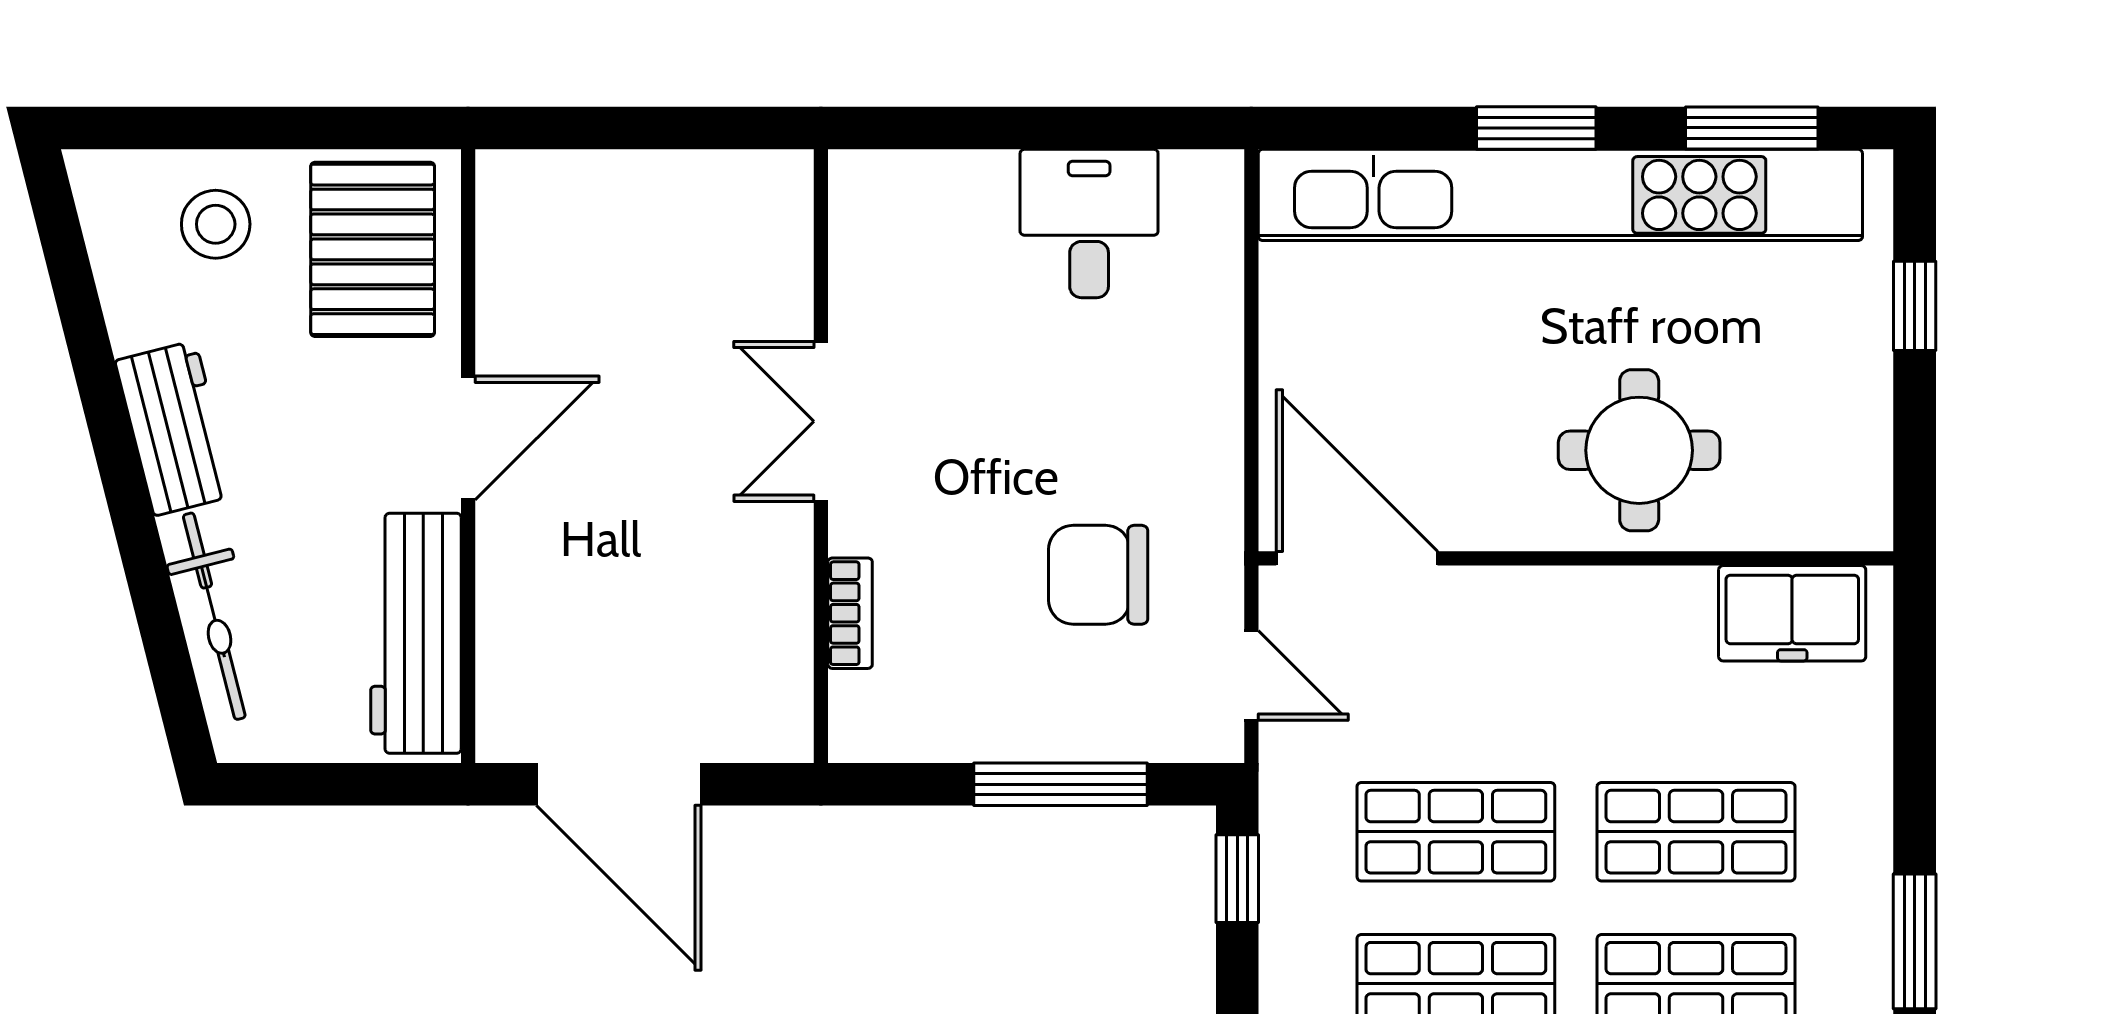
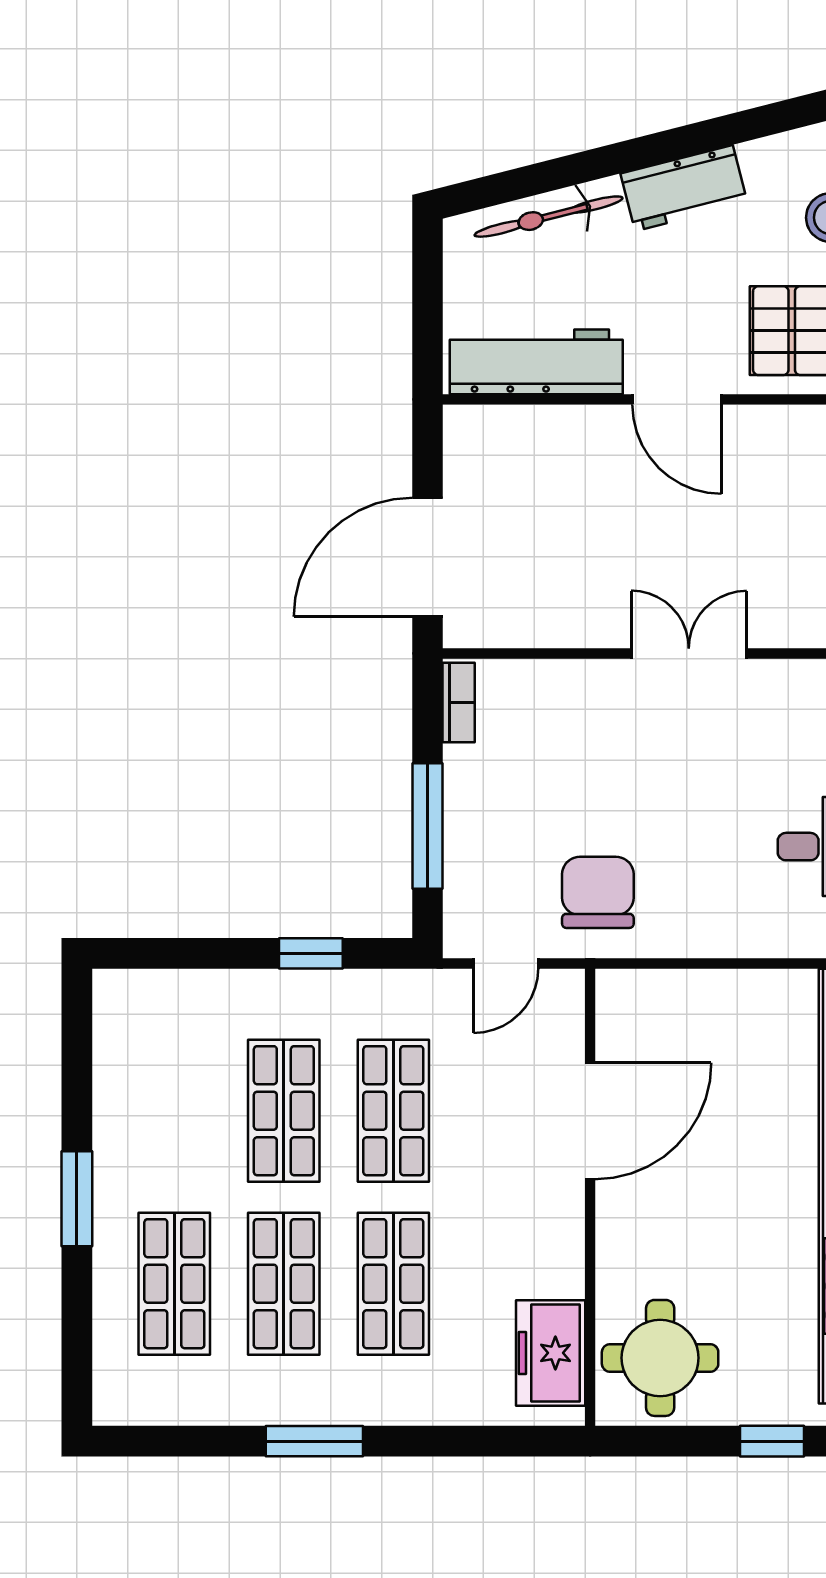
round table: (1639, 450) -> (660, 1358), moved
door: (1357, 558) -> (590, 1121), moved
chair: (1098, 575) -> (598, 892), moved
bookcase: (850, 613) -> (459, 703), moved, turned -90
door: (619, 784) -> (428, 557), moved
window: (1237, 879) -> (311, 953), moved

